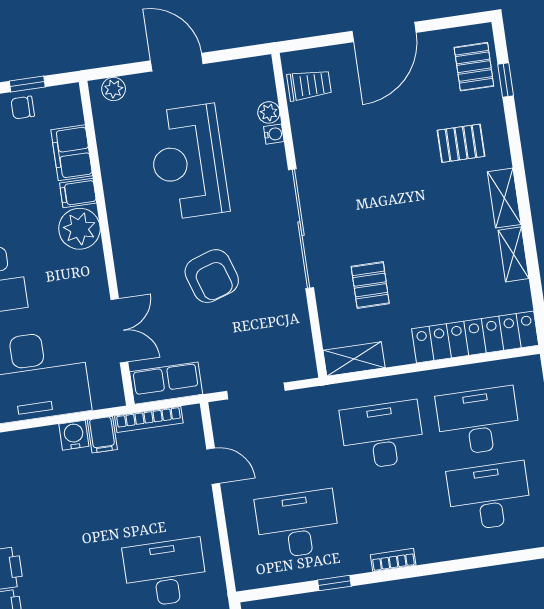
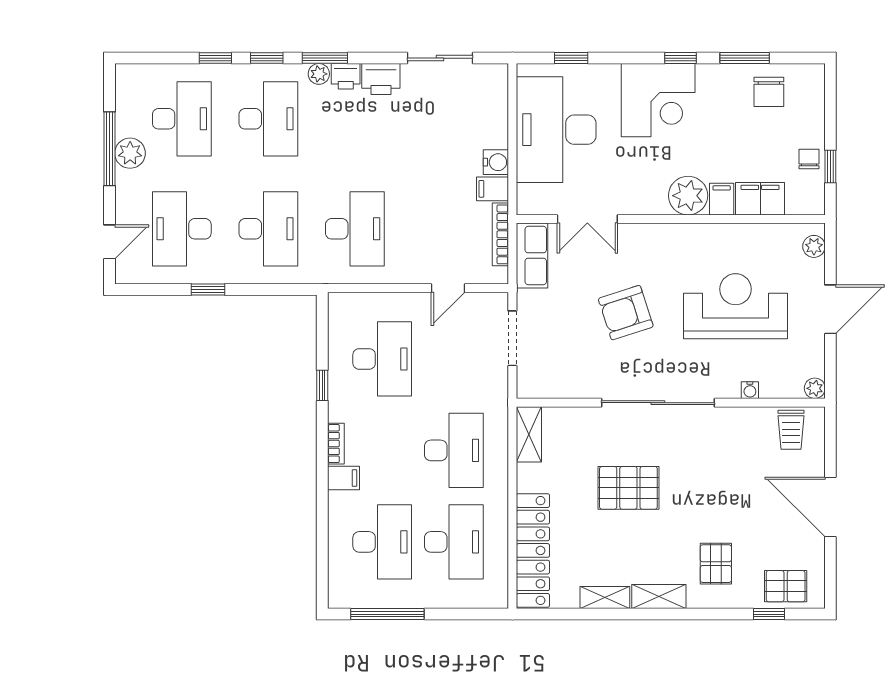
plant: (269, 112) -> (815, 388), moved
pallet: (370, 285) -> (628, 488), moved, width x1.50, depth x1.42
filing cabinet: (428, 547) -> (343, 478), added

